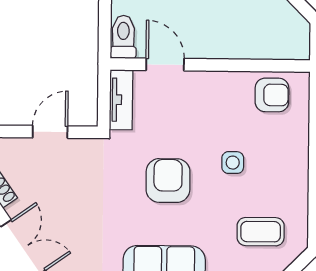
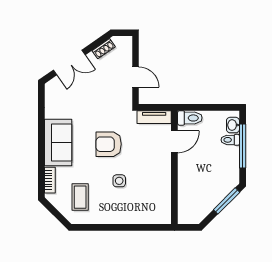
armchair: (272, 95) -> (158, 203), removed
armchair: (168, 181) -> (109, 144), turned 180

